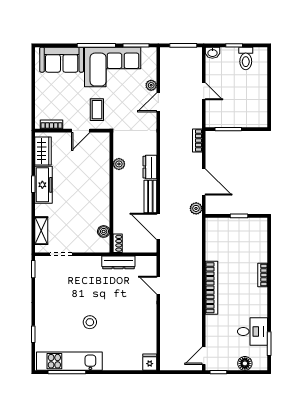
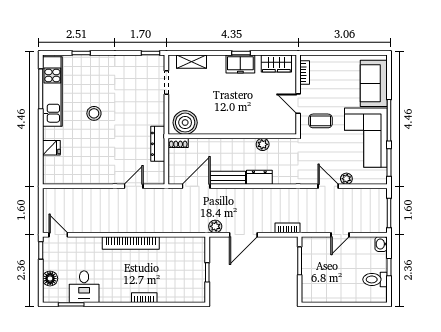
freezer: (44, 185) -> (240, 64), width x0.71
boiler: (104, 231) -> (185, 123), width x1.86, depth x1.86
fridge: (150, 362) -> (51, 148), moved

